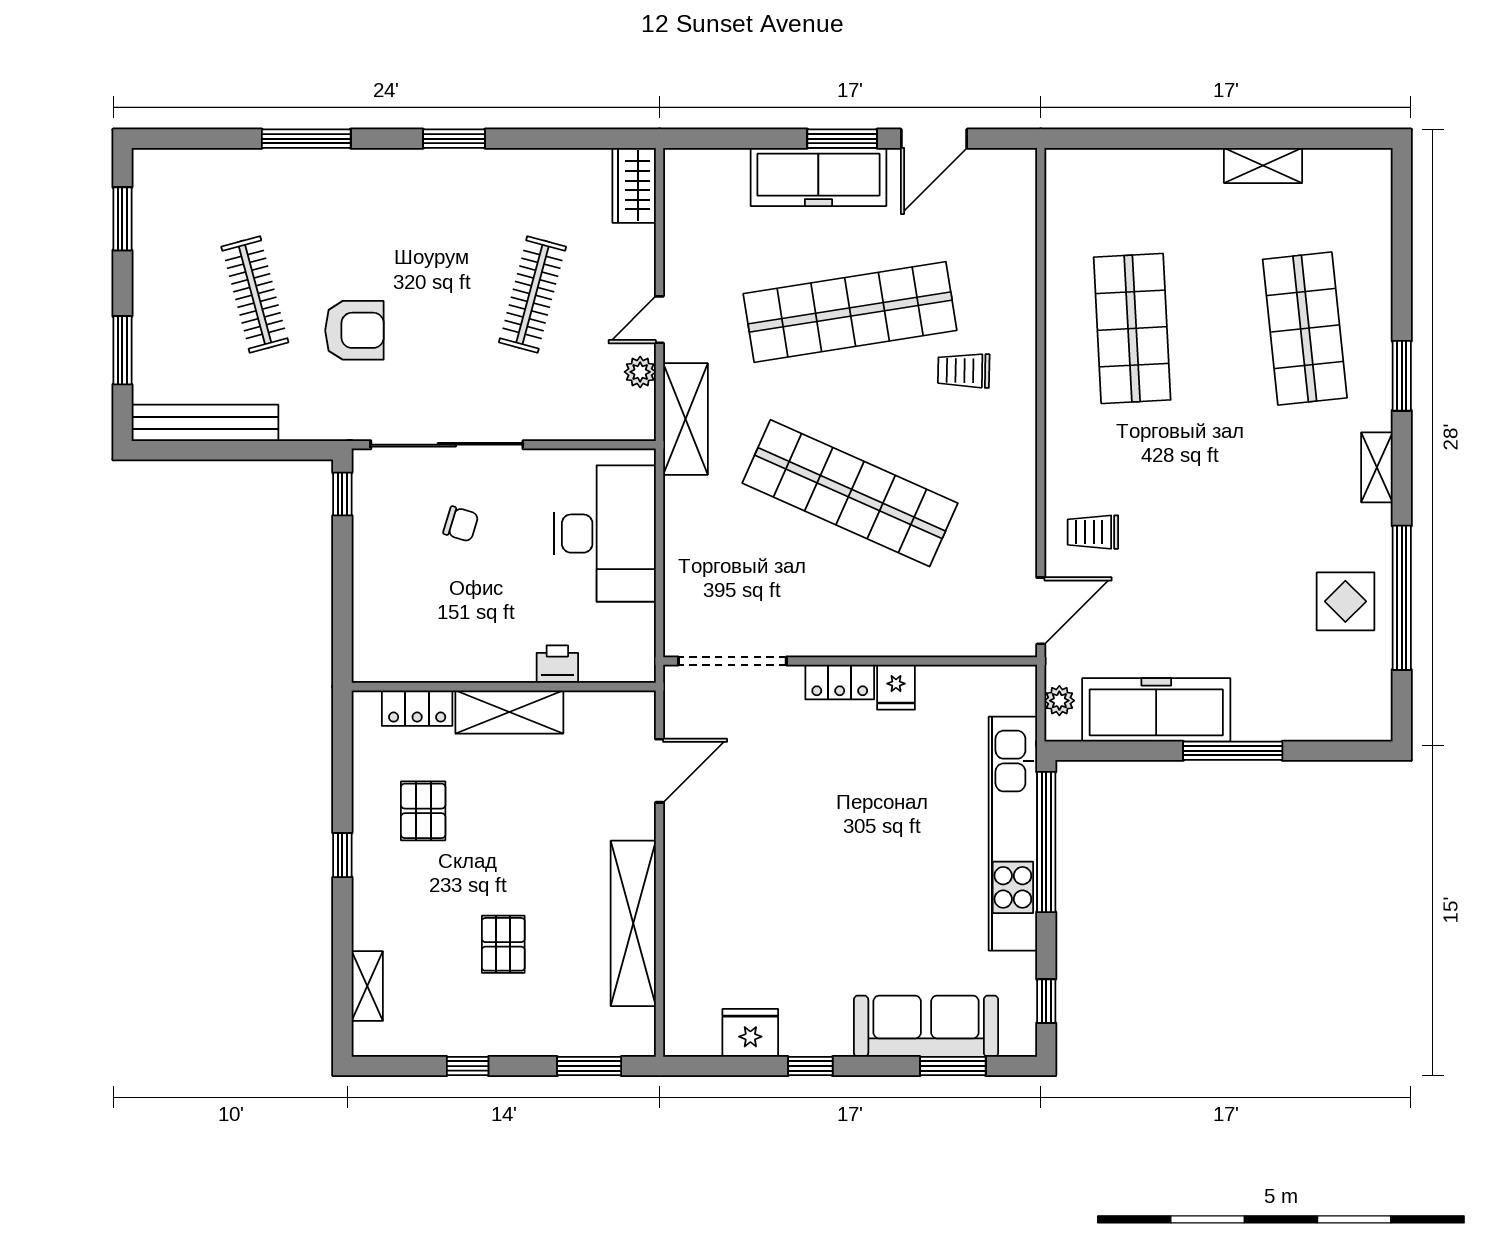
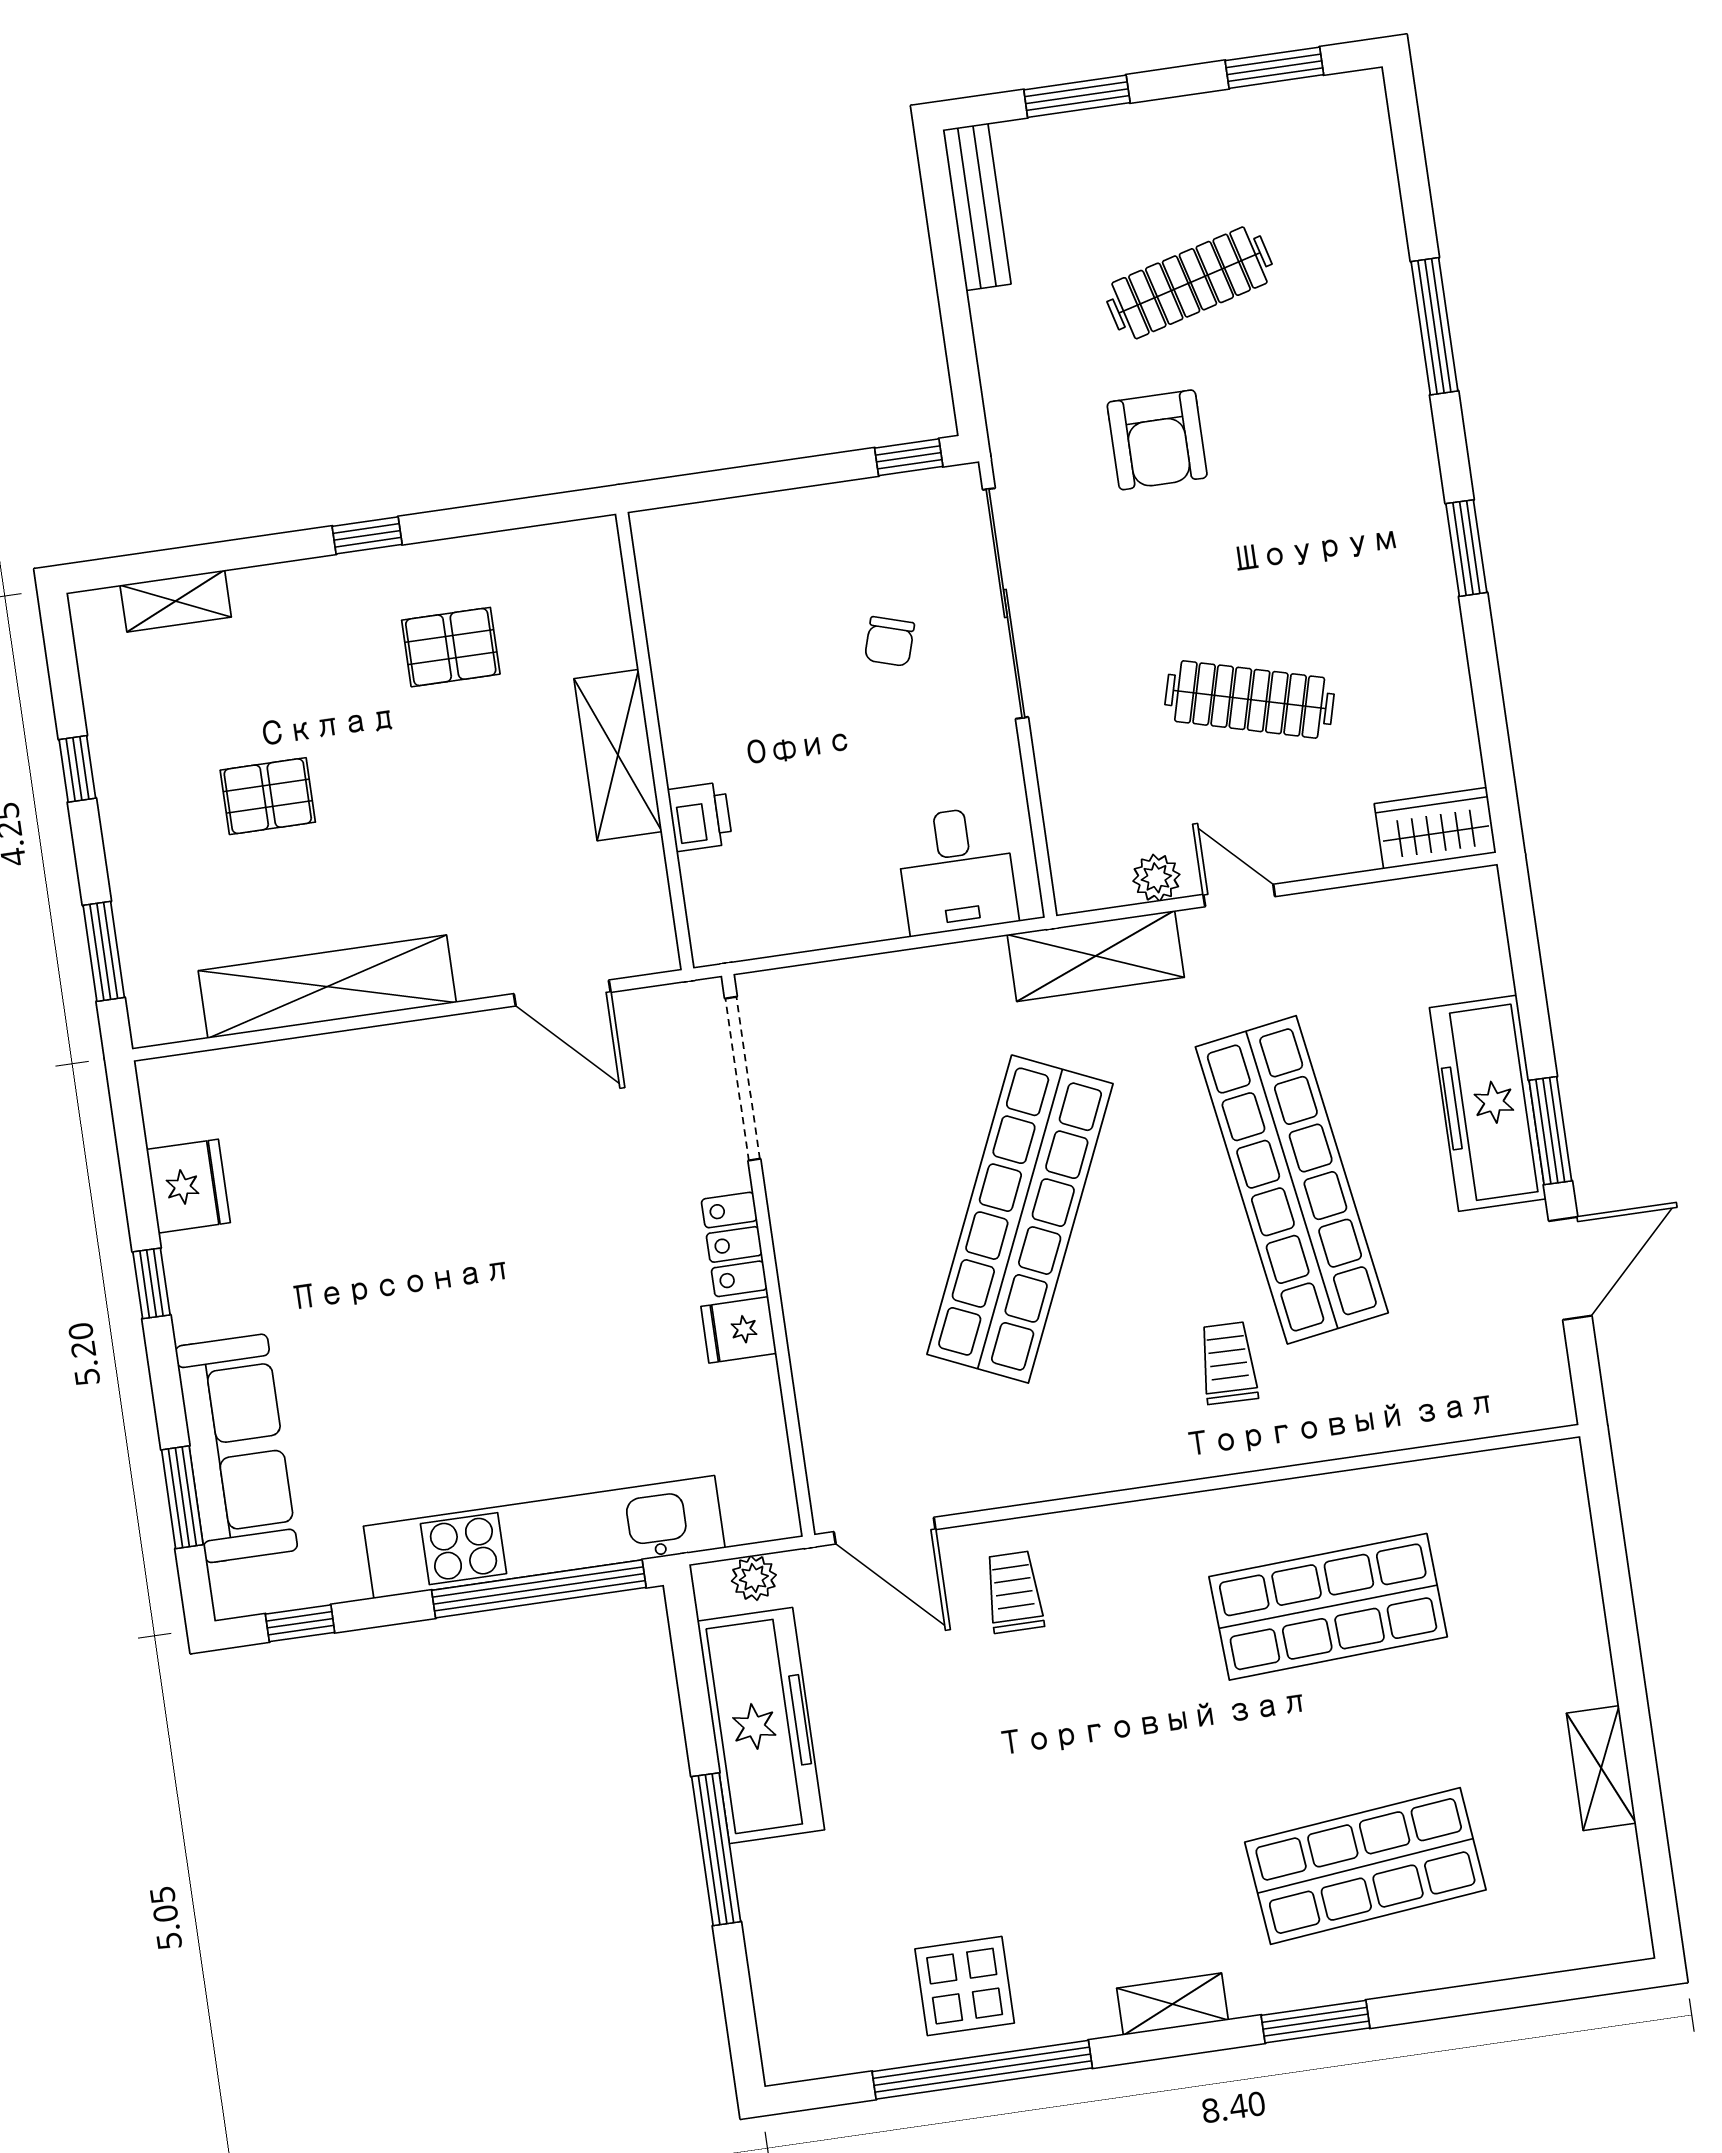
door: (934, 139) -> (1570, 1268), swing flipped
bench: (205, 423) -> (977, 207), width x0.73, depth x0.82
desk: (605, 534) -> (957, 870), width x0.53, depth x0.77
locker: (417, 708) -> (604, 616), removed

